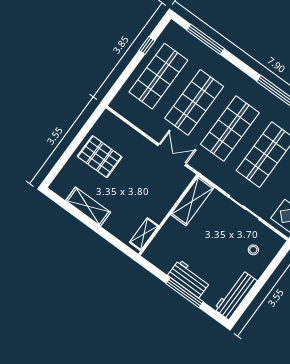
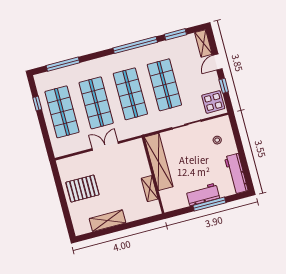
double door: (172, 155) -> (105, 146), moved
shelving: (192, 201) -> (159, 162), width x1.47
shelving: (144, 234) -> (150, 189), moved

